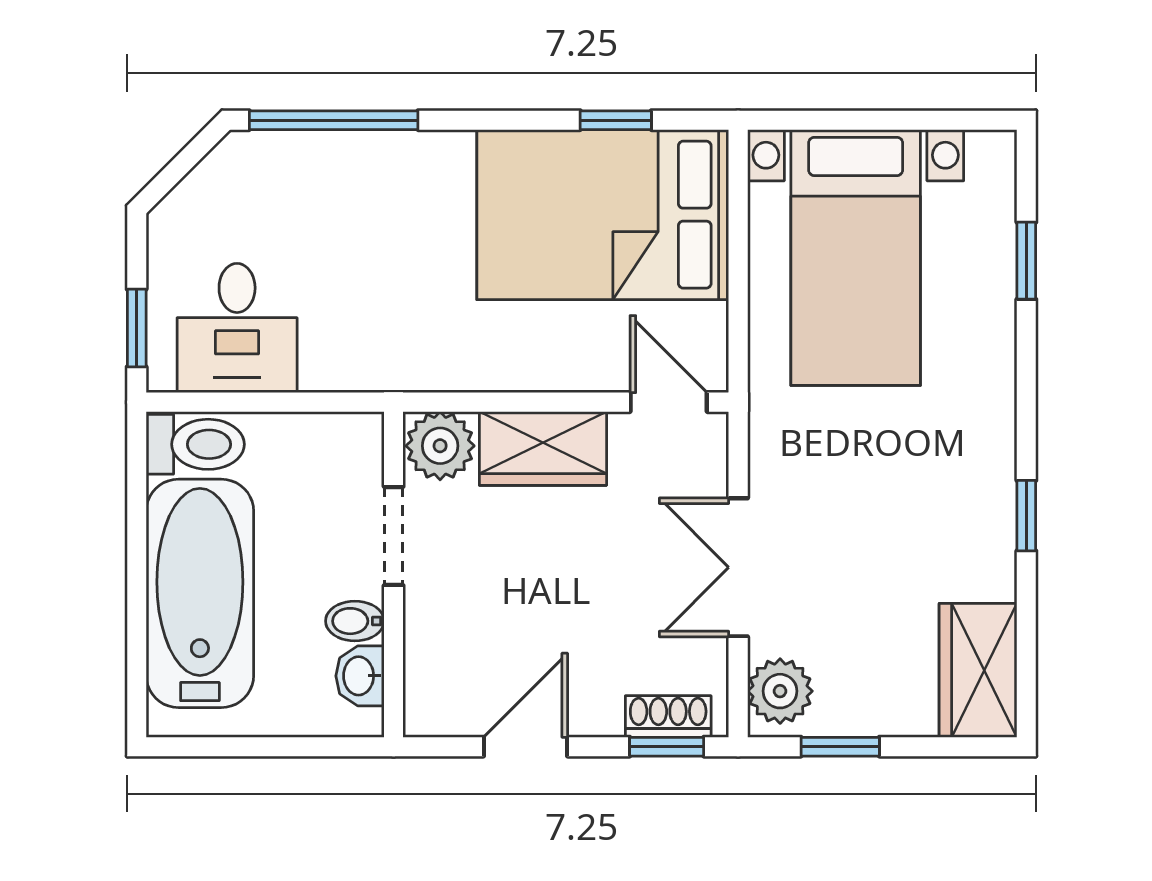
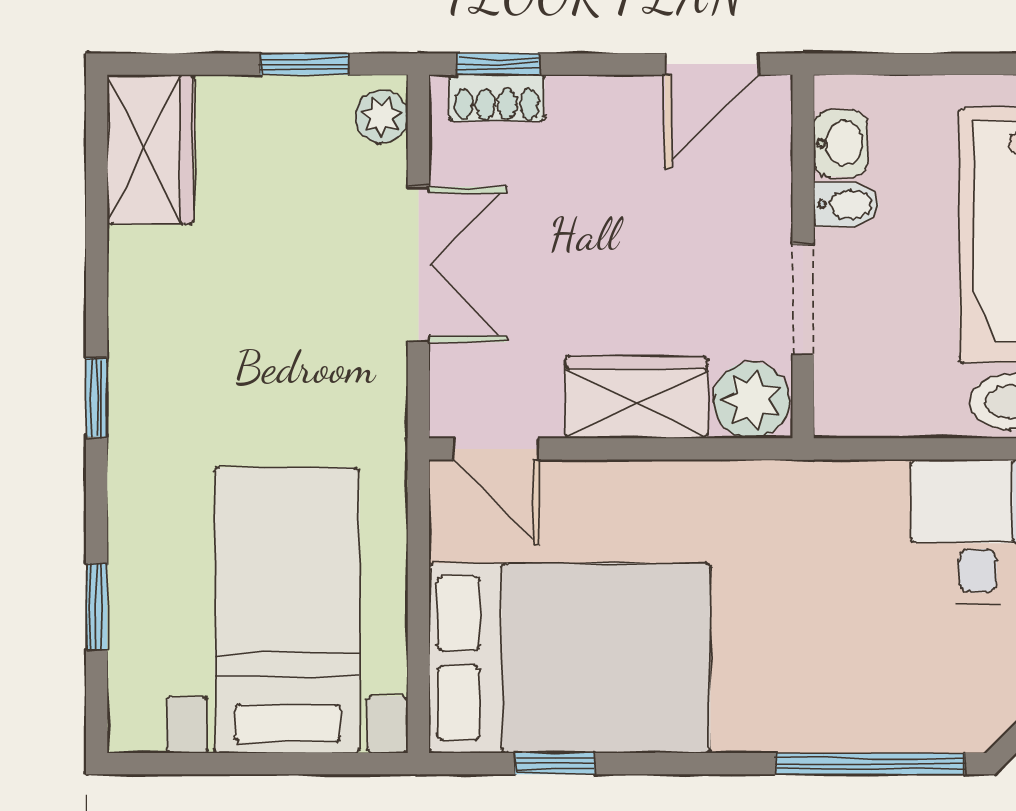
window: (1026, 516) -> (97, 397), moved
plant: (780, 691) -> (382, 116), width x0.73, depth x0.73
door: (525, 747) -> (712, 64), moved

